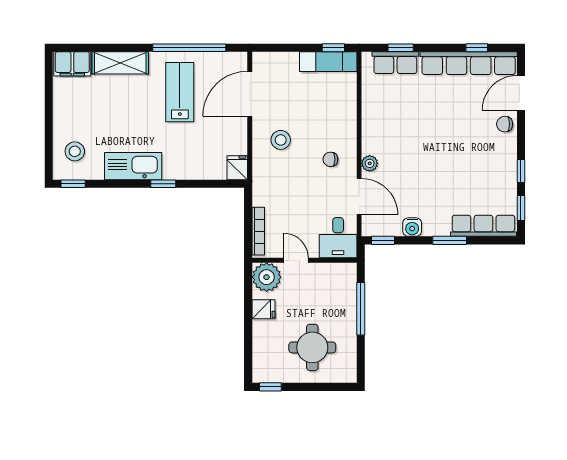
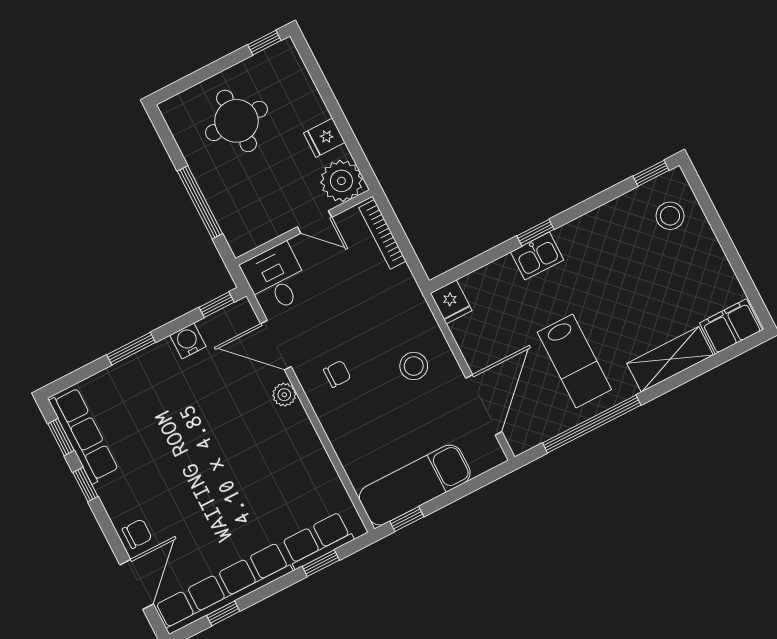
exam couch: (328, 62) -> (415, 485), width x1.36, depth x1.45
kitchen sink: (133, 166) -> (537, 256), moved, width x0.53, depth x0.81
row of seats: (483, 226) -> (84, 435), moved, turned -90

